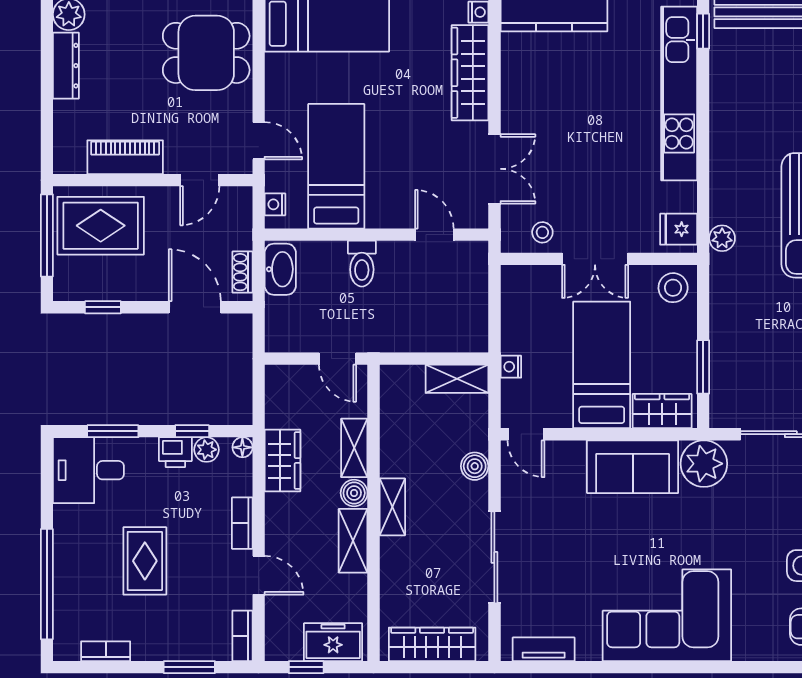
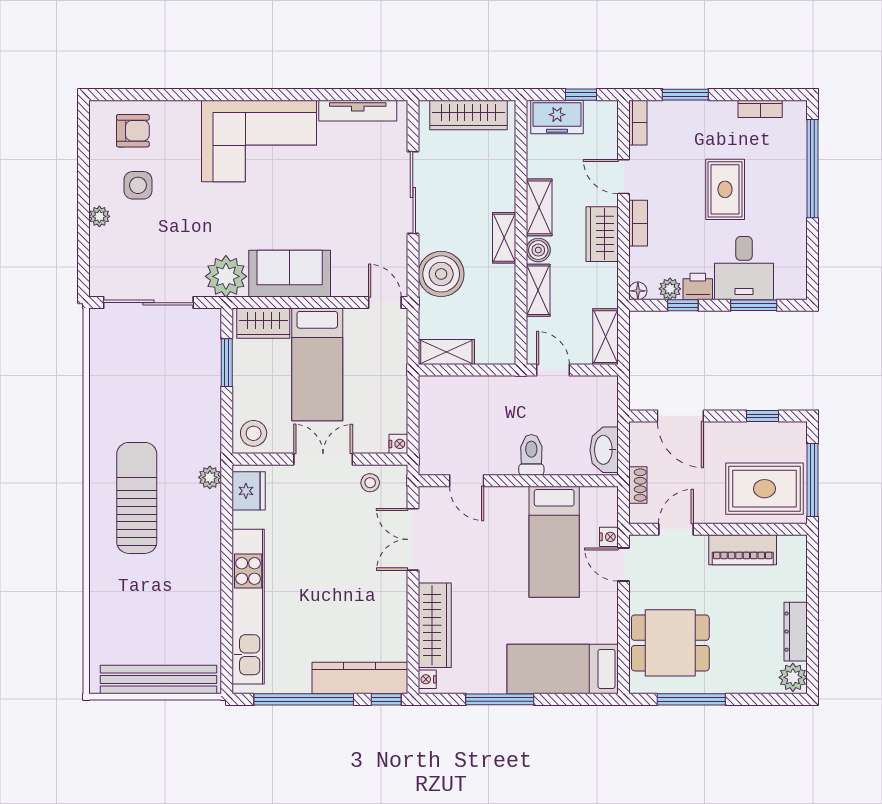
window: (703, 31) -> (227, 662), removed
nightstand: (275, 204) -> (609, 537), moved
fridge: (679, 229) -> (249, 491), width x1.38
shoe rack: (243, 272) -> (638, 485), moved
nightstand: (511, 367) -> (398, 444), moved
shelving: (279, 396) -> (606, 337), added
wardrobe: (282, 461) -> (602, 234), moved
boiler: (475, 466) -> (441, 274), width x1.86, depth x1.86
desk: (88, 470) -> (744, 268), moved, turned 90
tv unit: (544, 649) -> (358, 111), width x1.41

